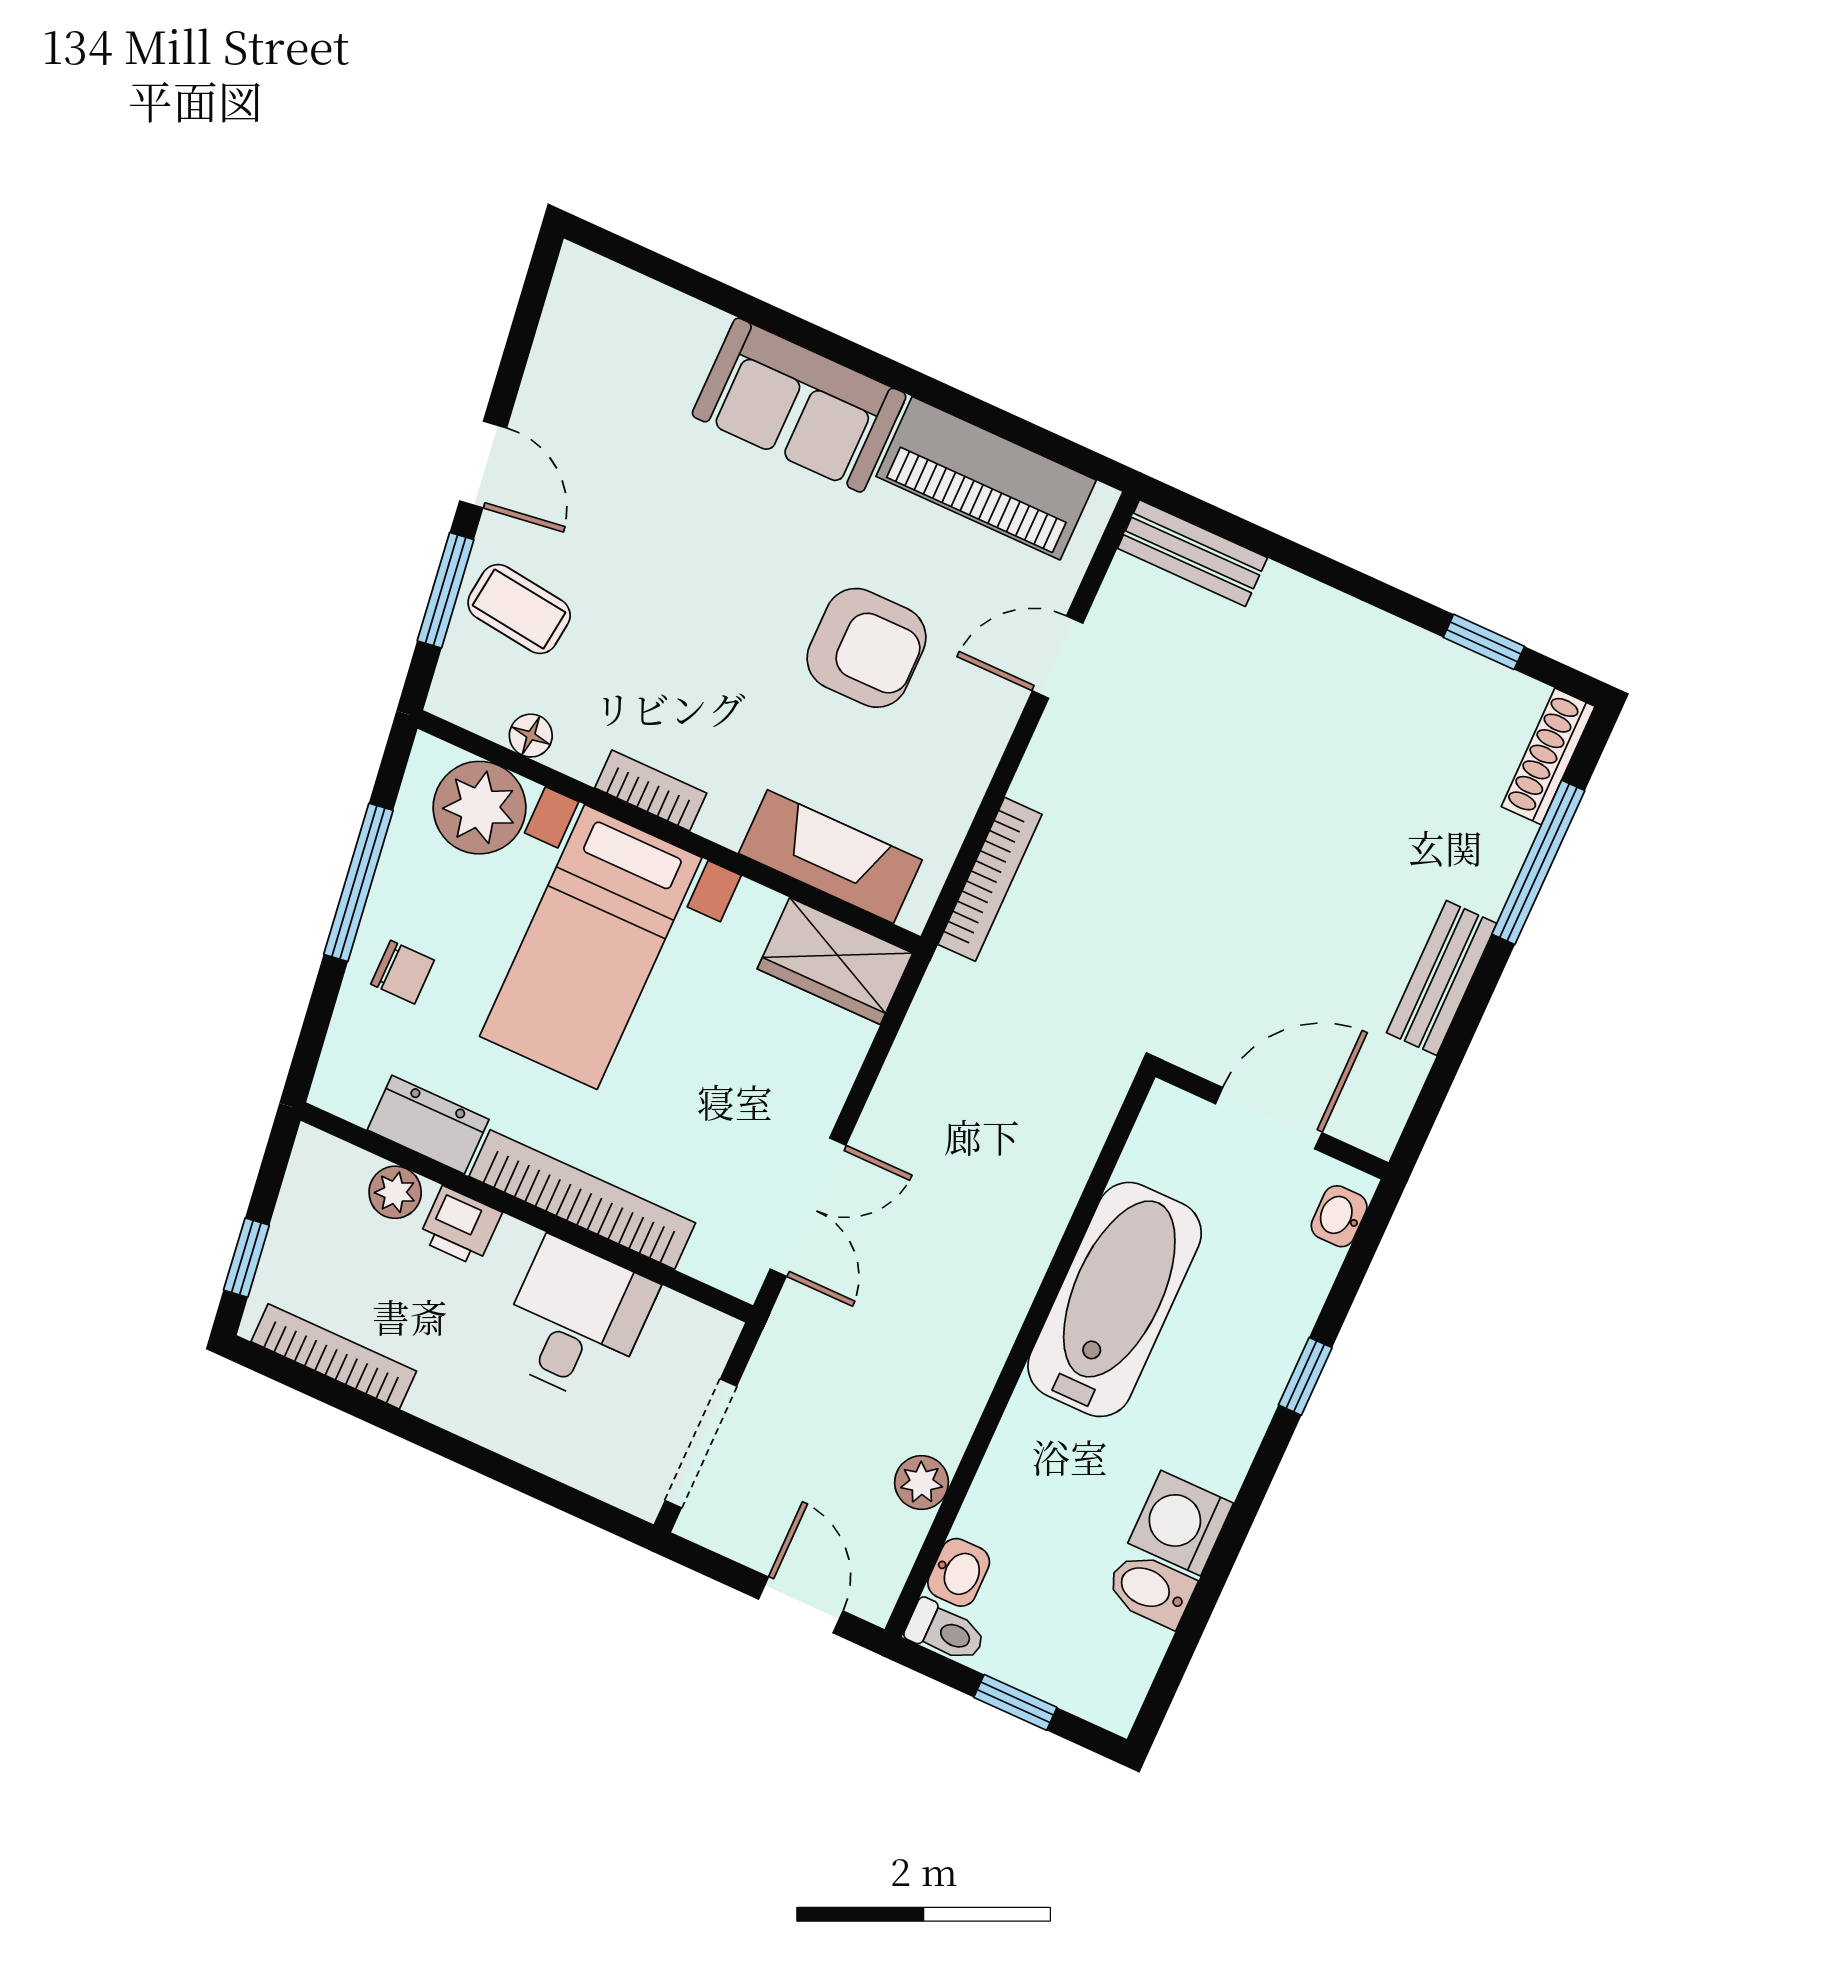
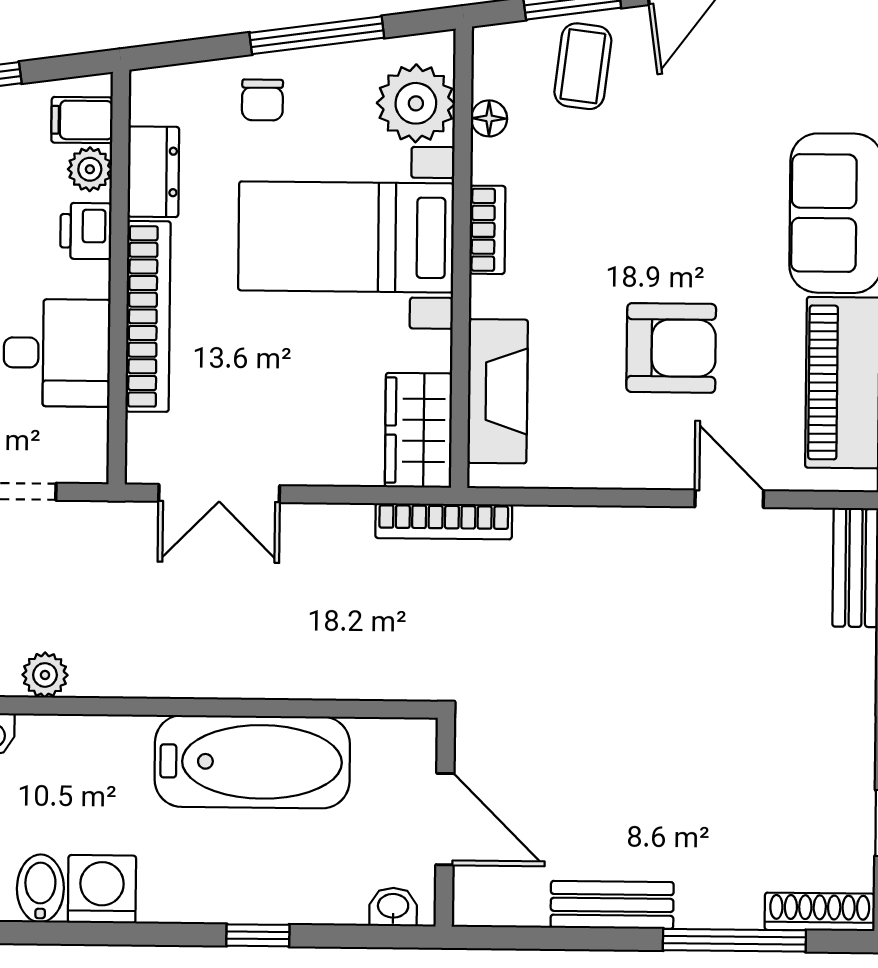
armchair: (866, 648) -> (671, 348), turned -90
bookcase: (990, 879) -> (444, 521), moved
filing cabinet: (338, 1177) -> (82, 120), added

